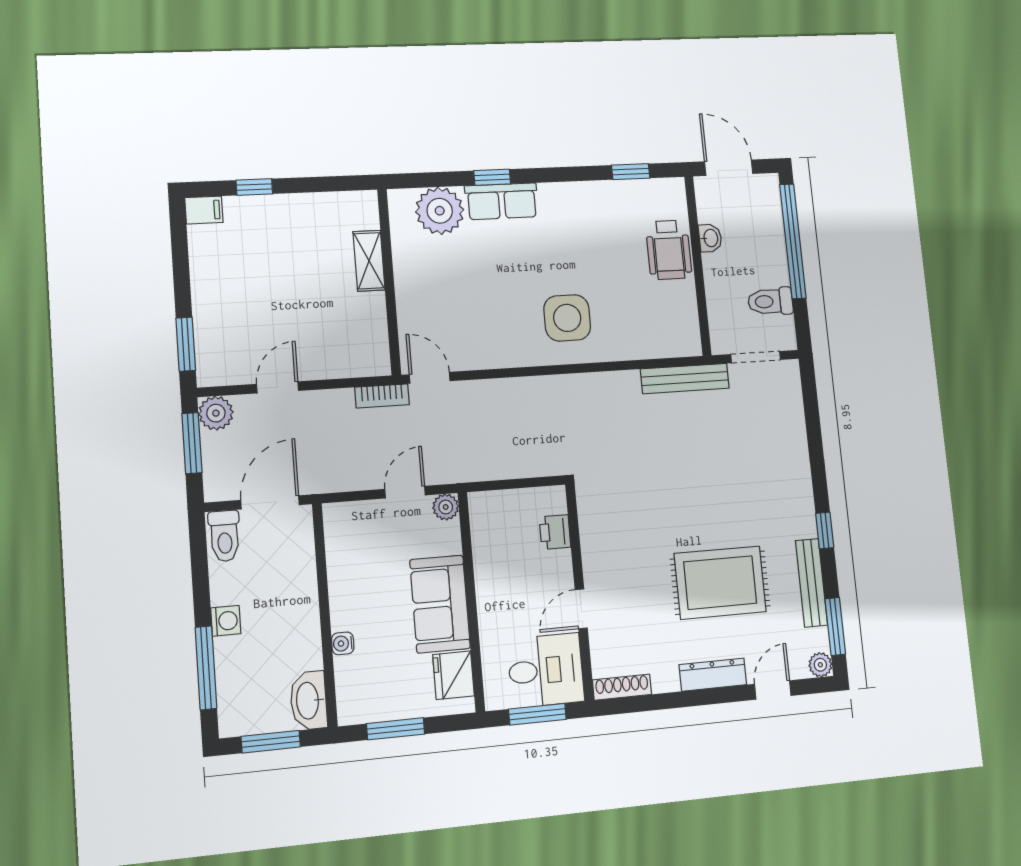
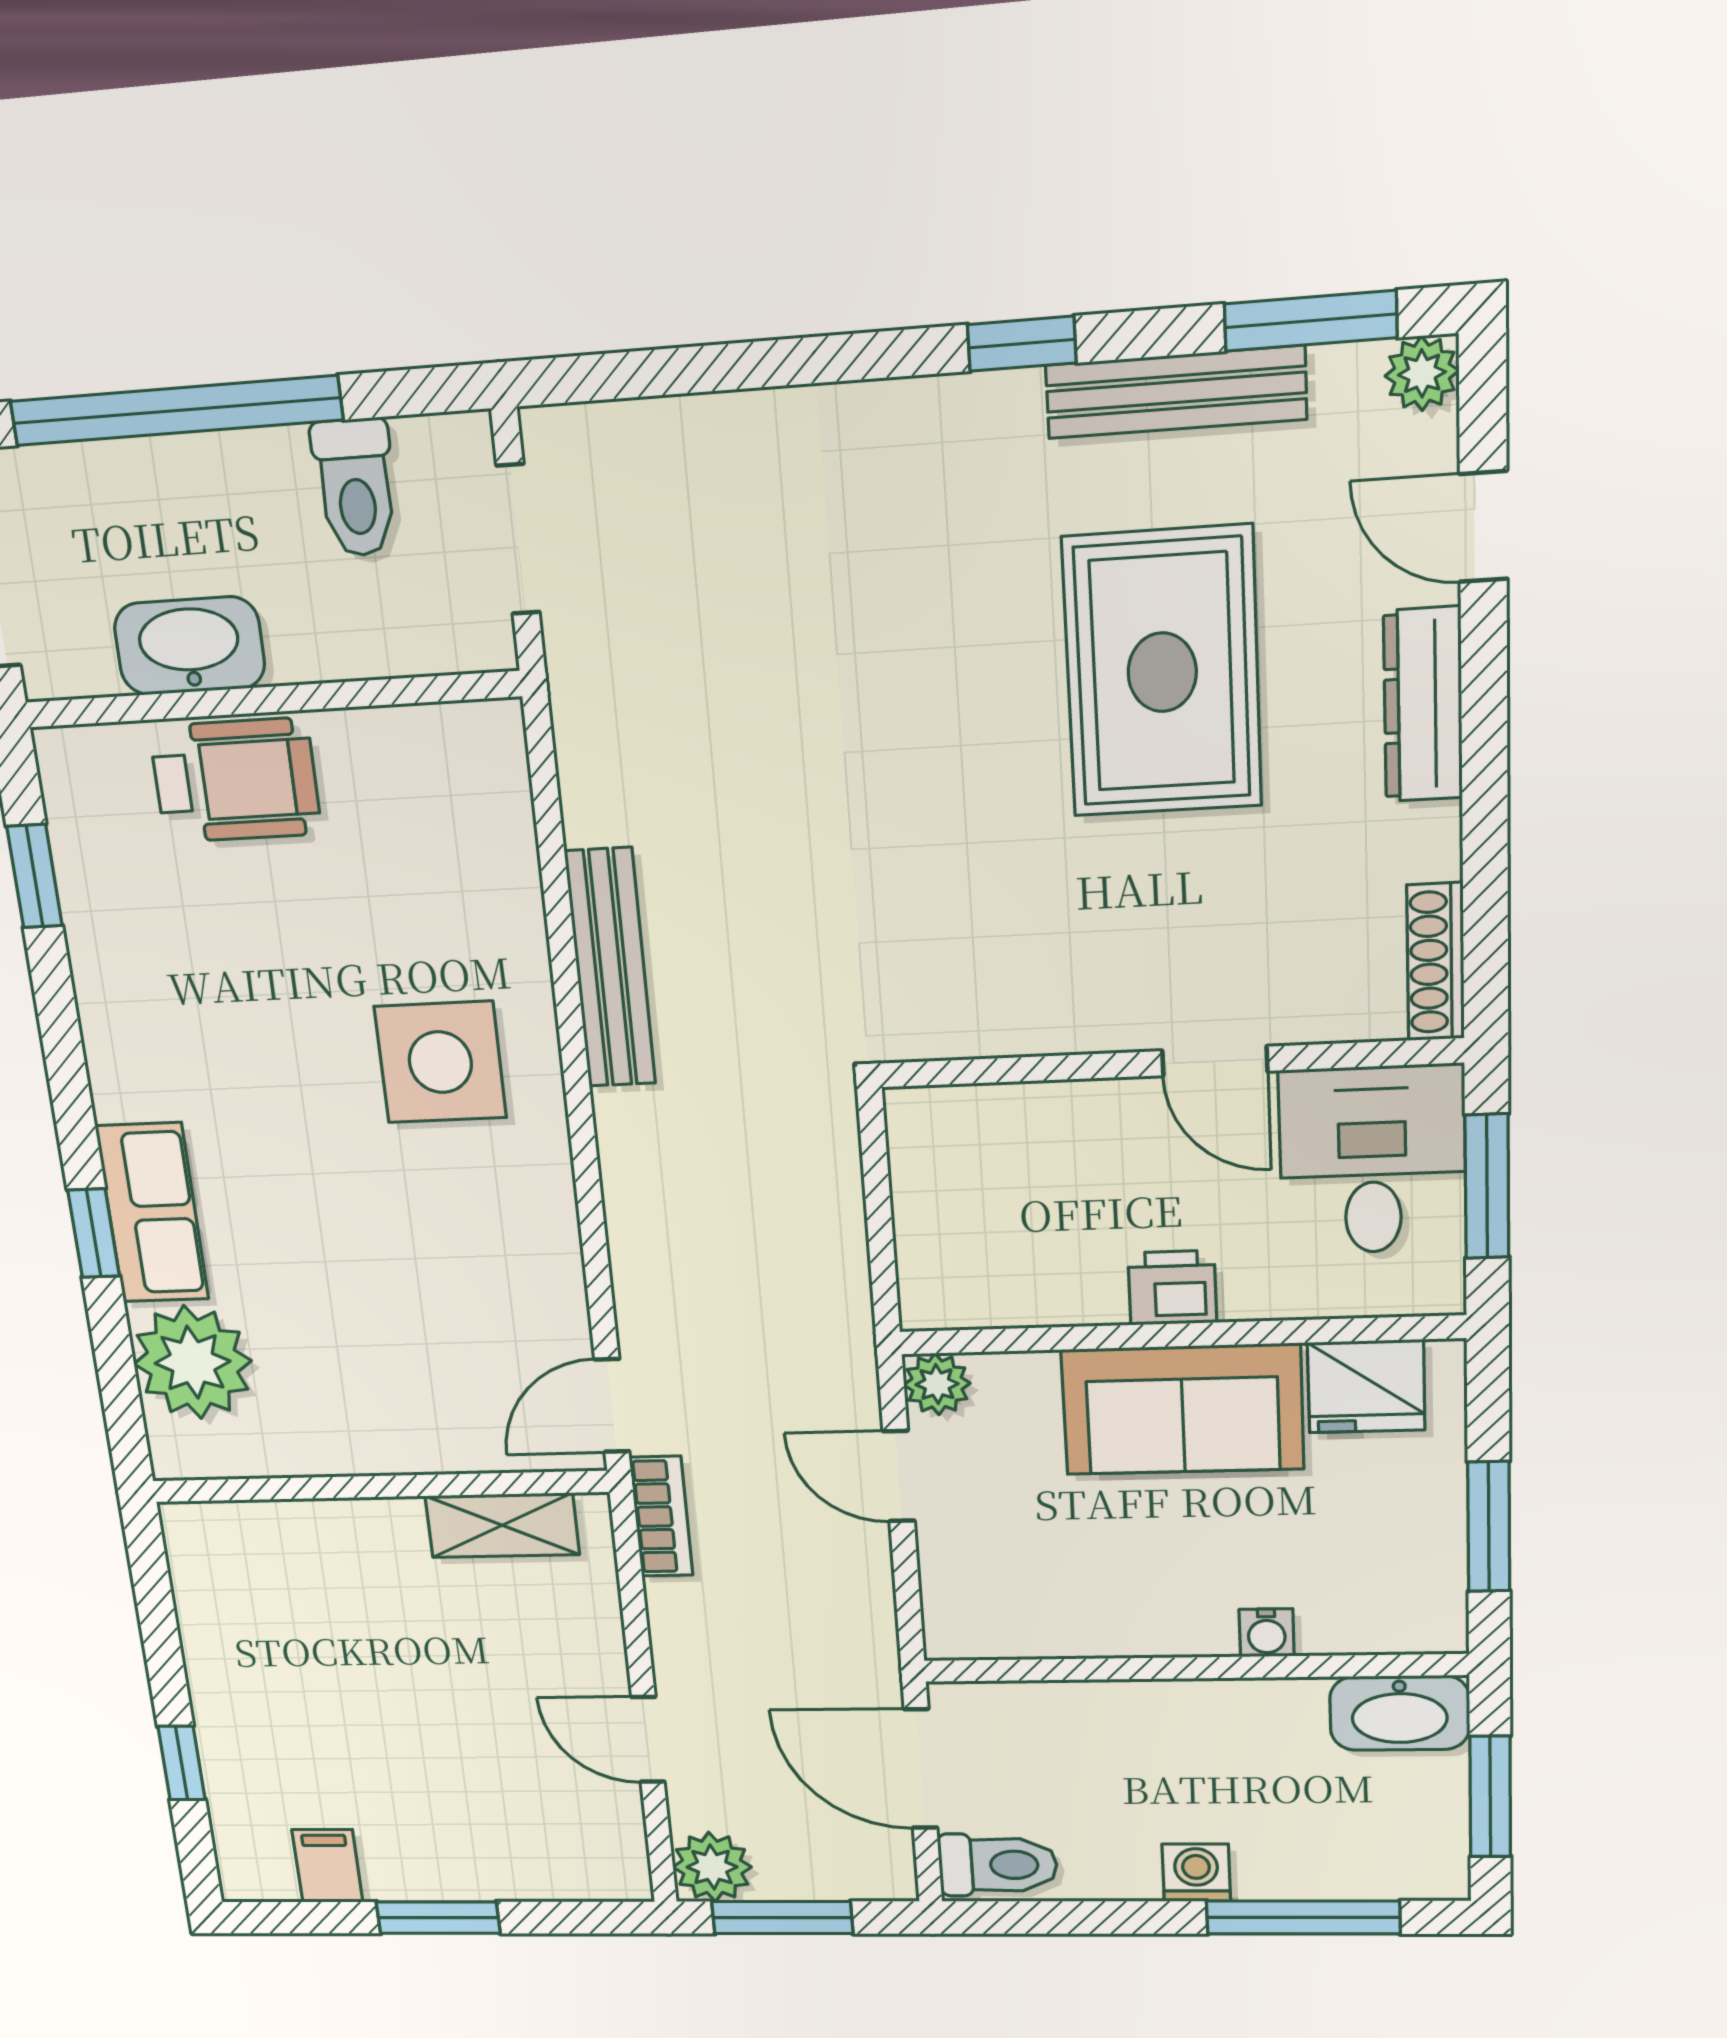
filing cabinet: (204, 210) -> (327, 1866), moved
washbasin: (710, 238) -> (189, 646), width x1.91, depth x1.45
shelving: (369, 261) -> (502, 1525), moved
window: (186, 344) -> (438, 1918), moved
bench: (685, 379) -> (610, 968), moved
printer: (555, 532) -> (1172, 1288), moved, turned 180

